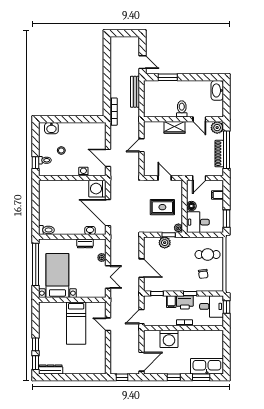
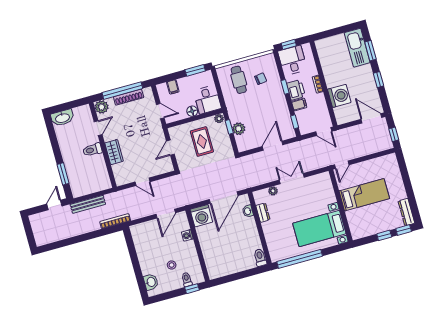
bed with nightstands: (57, 275) -> (319, 228), moved
wall: (72, 300) -> (341, 206), moved
bed: (76, 323) -> (364, 195), moved

